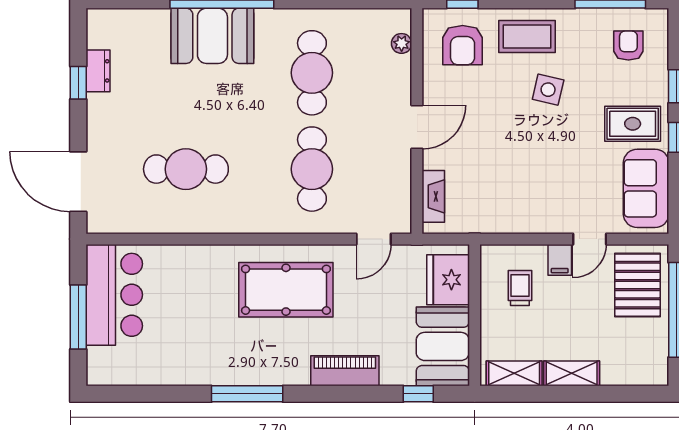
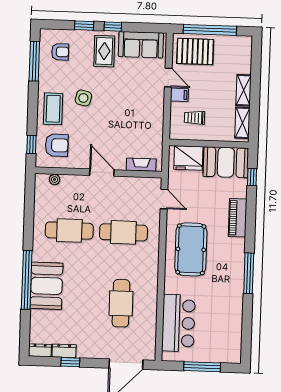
dresser: (97, 28) -> (40, 350), added
armchair: (628, 46) -> (60, 52), turned 180
bar counter: (114, 295) -> (178, 323), moved, turned 90

